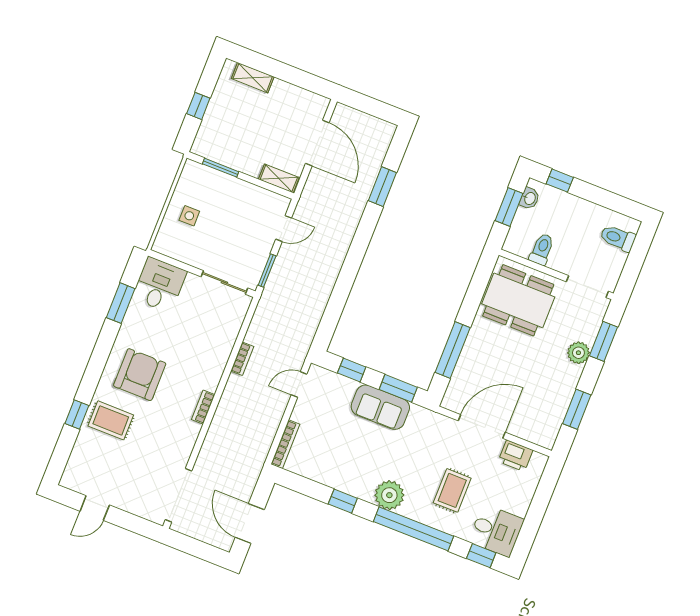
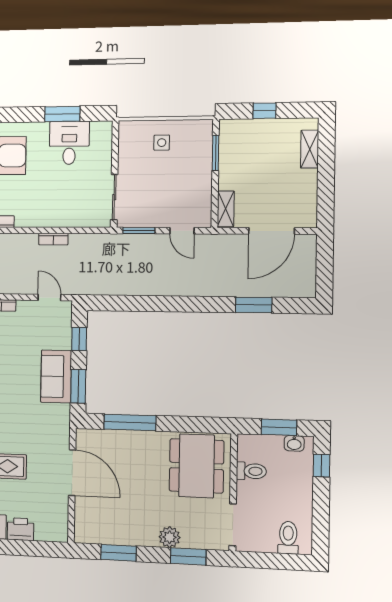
desk: (159, 285) -> (69, 143), moved, turned -90
printer: (515, 456) -> (21, 529), moved, turned 90

